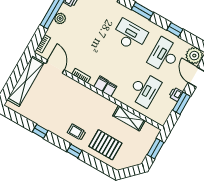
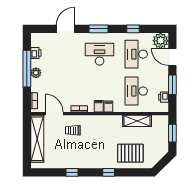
desk: (144, 90) -> (136, 91), turned 180
printer: (176, 94) -> (164, 97), moved
trolley: (76, 132) -> (73, 130), moved

